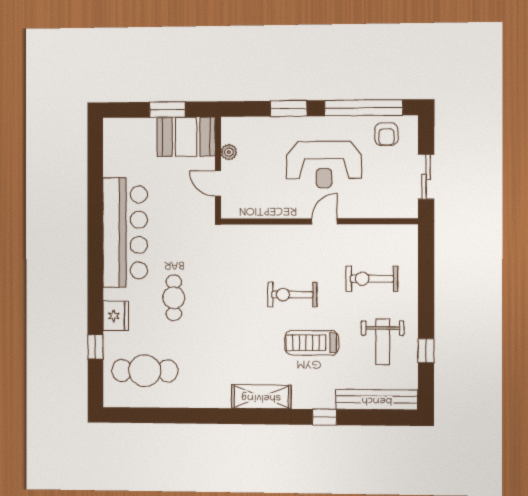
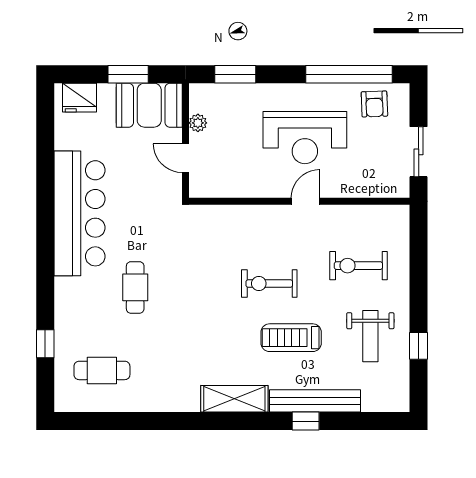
window: (289, 108) -> (235, 74), moved
fridge: (116, 316) -> (79, 98), moved, turned 90
cafe table: (145, 371) -> (102, 370), width x0.73, depth x0.74
bench: (377, 400) -> (315, 401), moved

